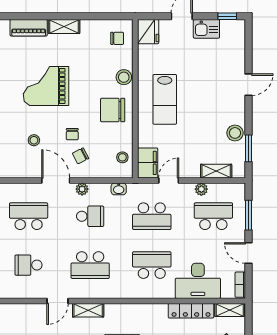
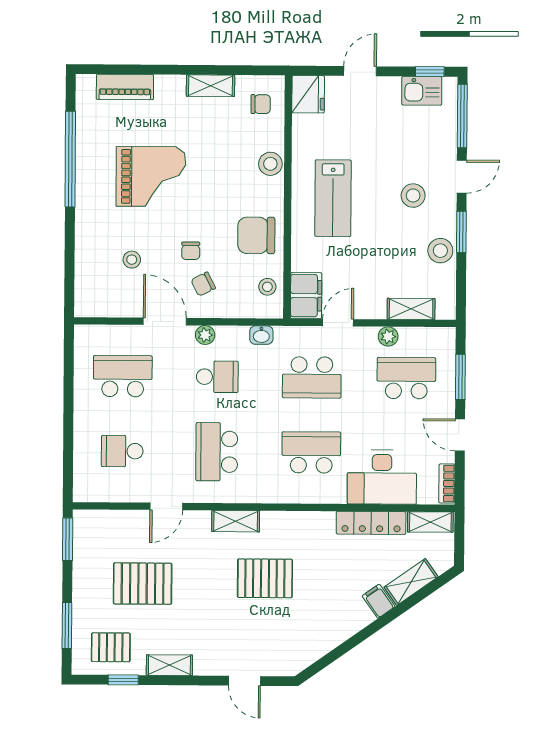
shelving: (64, 27) -> (210, 86), moved
kitchen sink: (206, 29) -> (422, 91), moved
window: (249, 45) -> (462, 116), added
grand piano: (46, 86) -> (151, 177), turned 180
stool: (217, 97) -> (413, 196), added
chair: (113, 110) -> (256, 235), moved
window: (249, 148) -> (461, 232), moved
school desk: (90, 265) -> (217, 452), turned 90
shelving: (88, 310) -> (236, 521), moved

